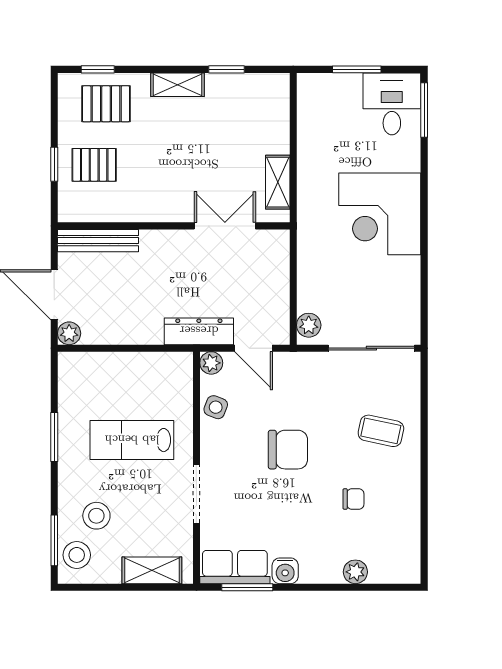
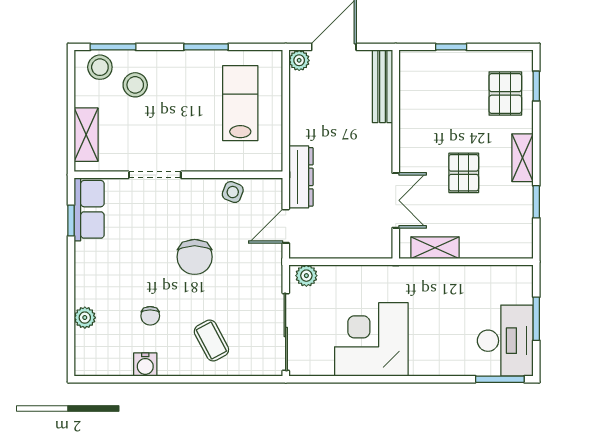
desk: (392, 104) -> (505, 341), width x1.37
pallet: (94, 165) -> (464, 173), moved
corner desk: (380, 214) -> (371, 339), moved
plant: (211, 363) -> (272, 188), removed
coffee table: (381, 431) -> (211, 340), turned -40
lab bench: (132, 440) -> (240, 103), moved
water cooler: (285, 571) -> (145, 365), moved, turned -90
window: (247, 587) -> (71, 220), width x0.67

